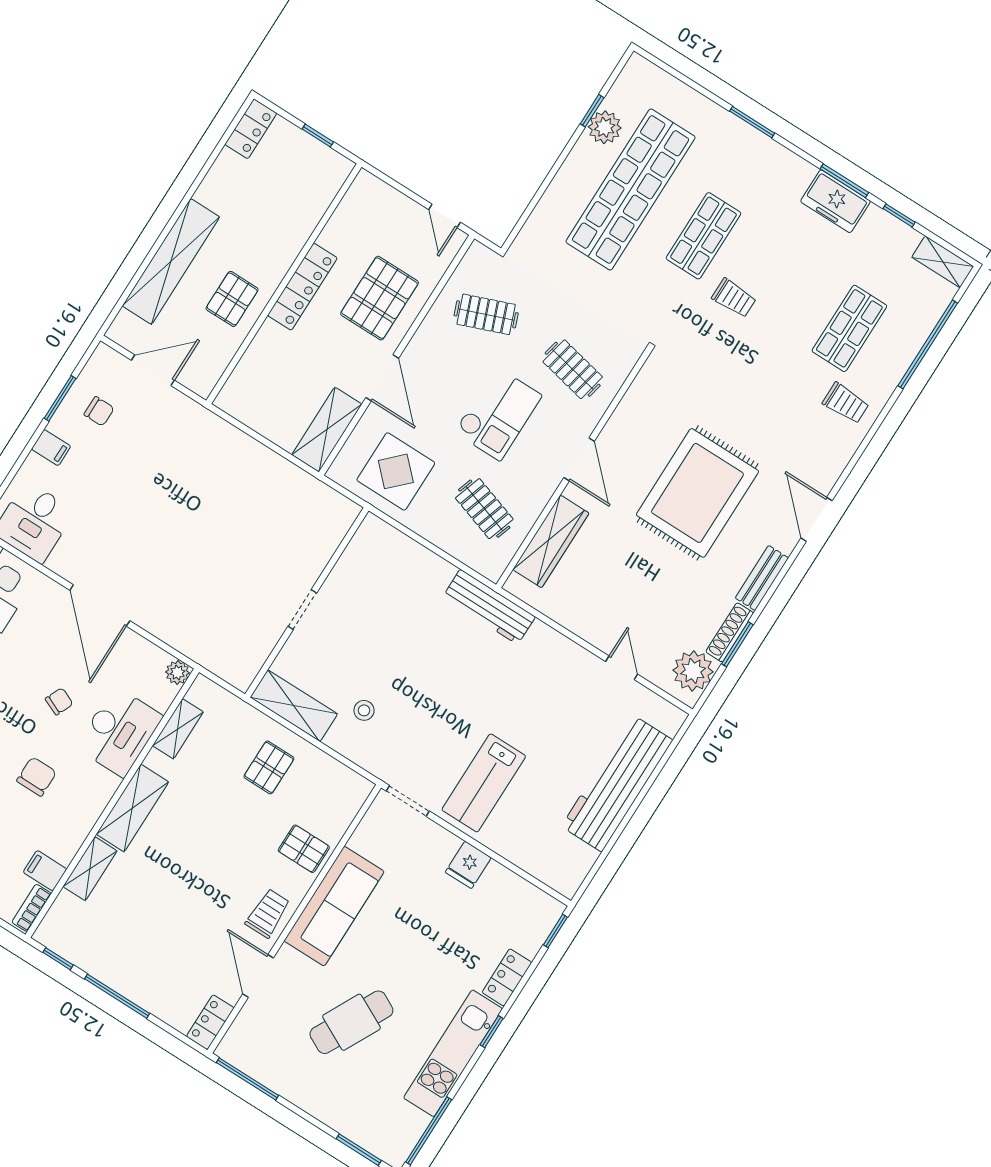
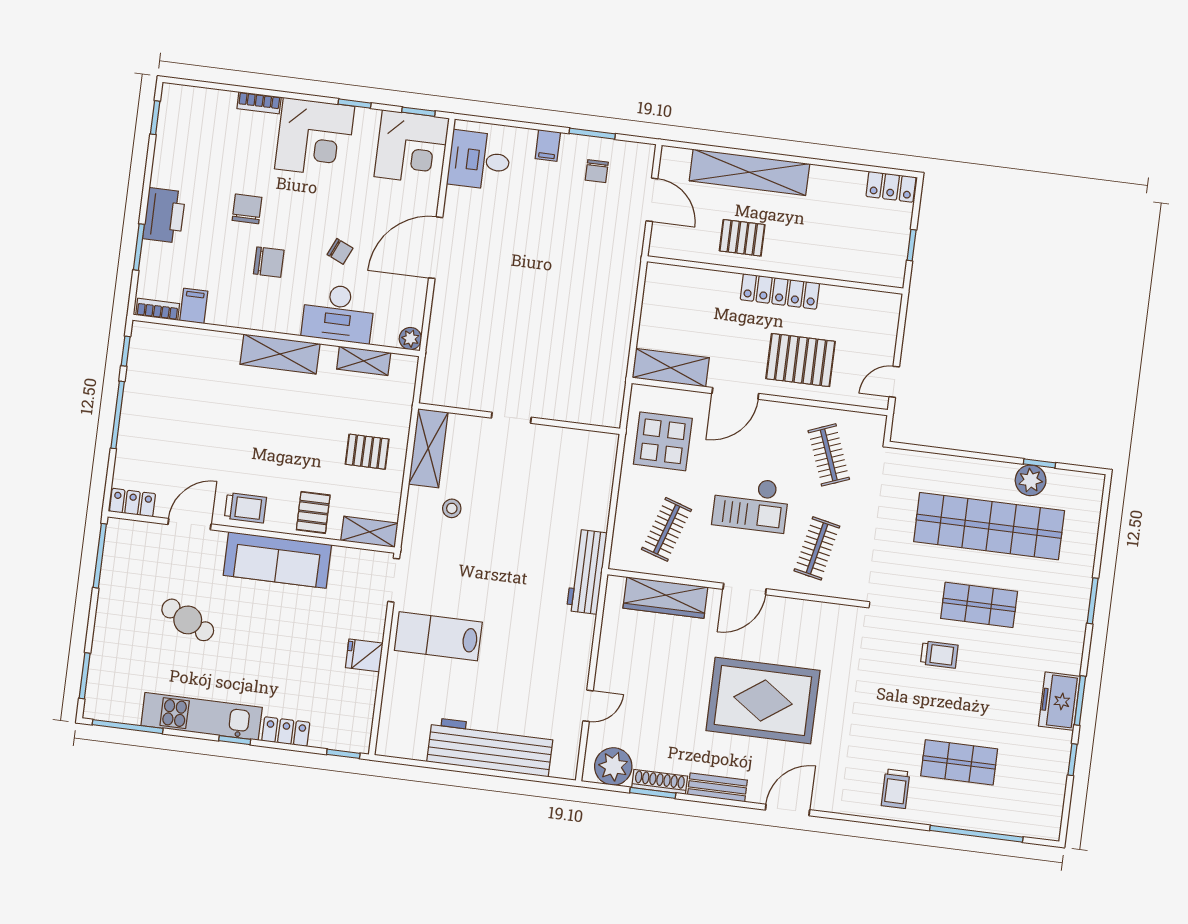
shelving: (943, 262) -> (1051, 814), removed
trolley: (734, 298) -> (939, 655), turned -90
shelving: (90, 869) -> (369, 532), moved
cafe table: (351, 1022) -> (188, 620), width x0.73, depth x0.74

